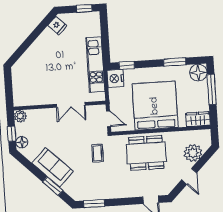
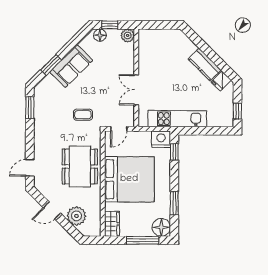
kitchen counter: (43, 42) -> (205, 65), added

